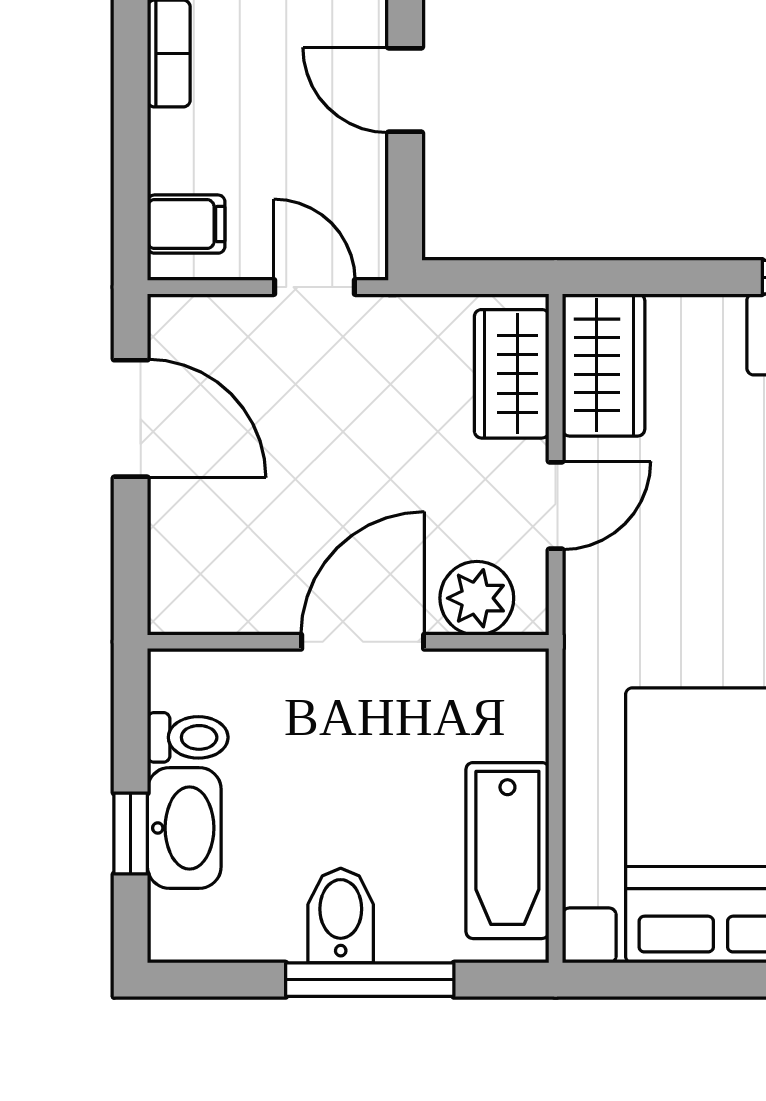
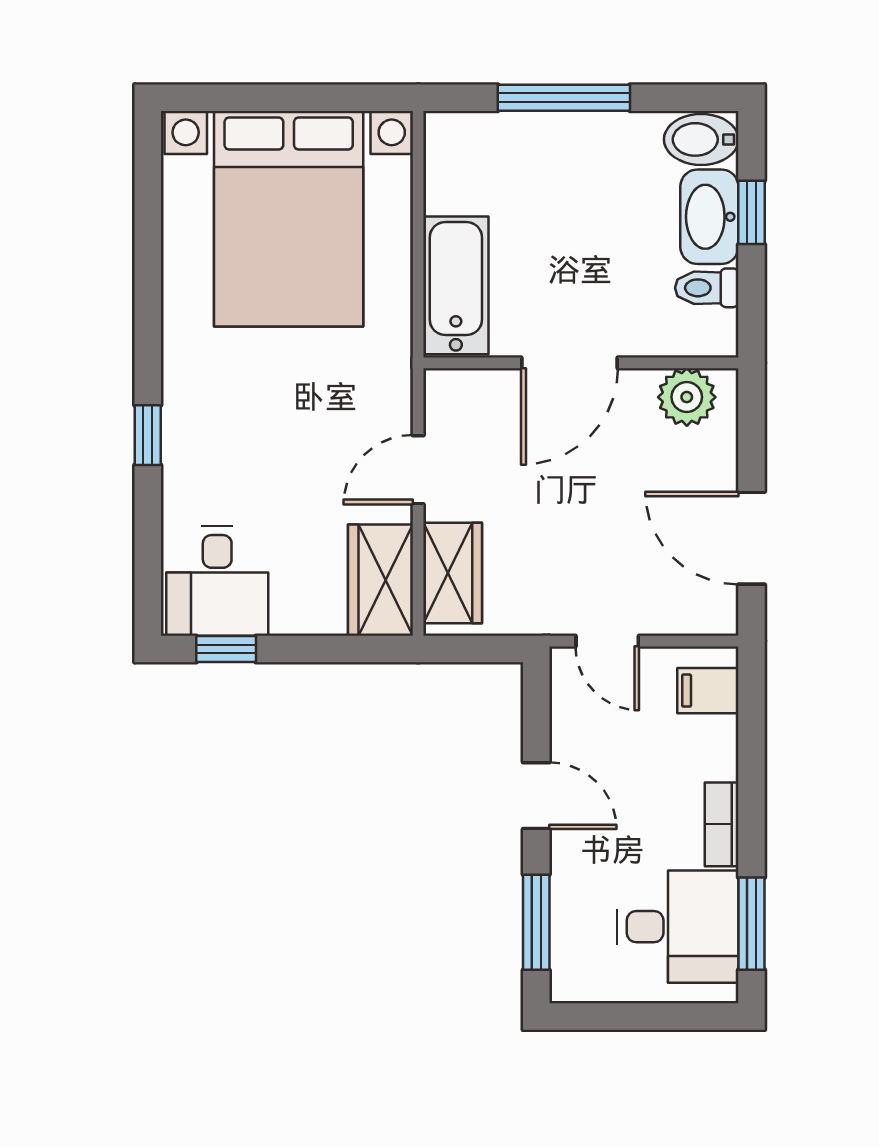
plant: (477, 598) -> (687, 397), moved
bathtub: (507, 851) -> (456, 285), moved
bidet: (341, 916) -> (701, 139), moved, turned 90

